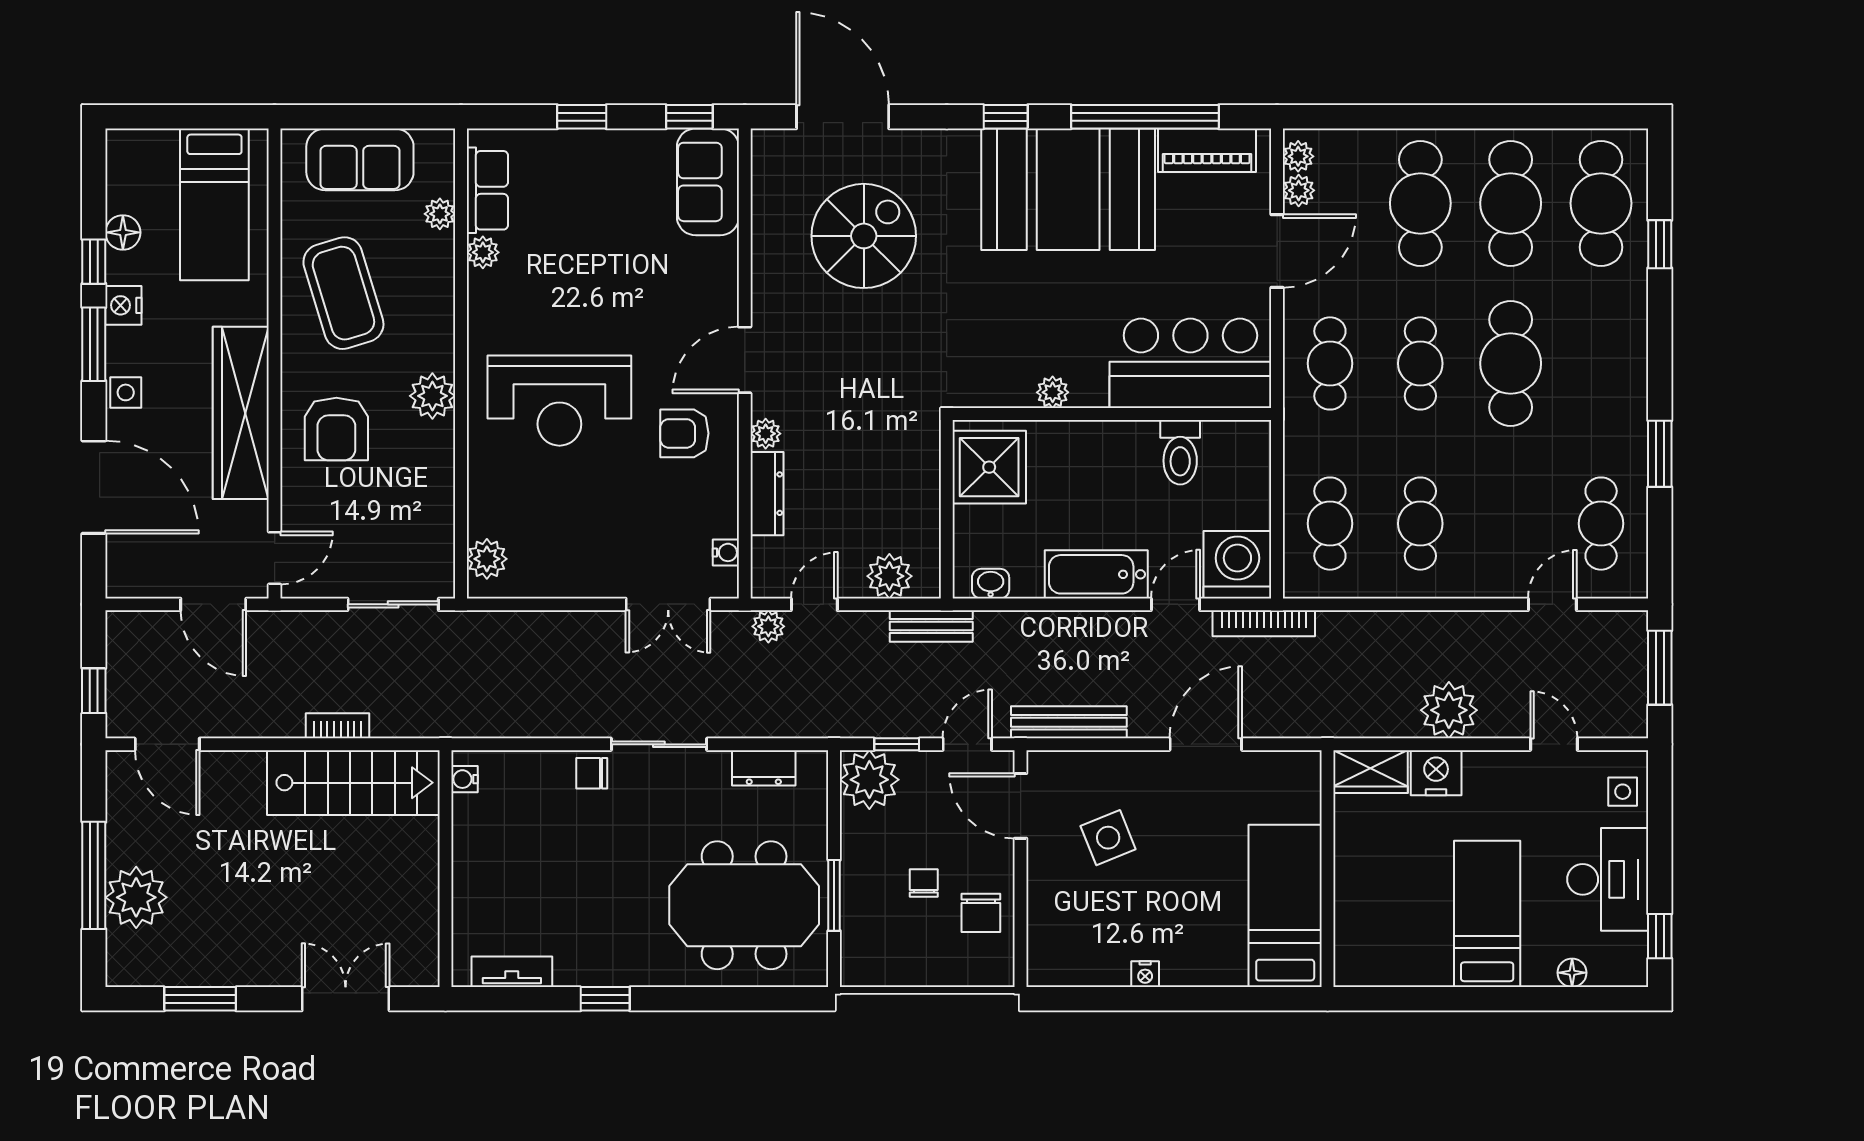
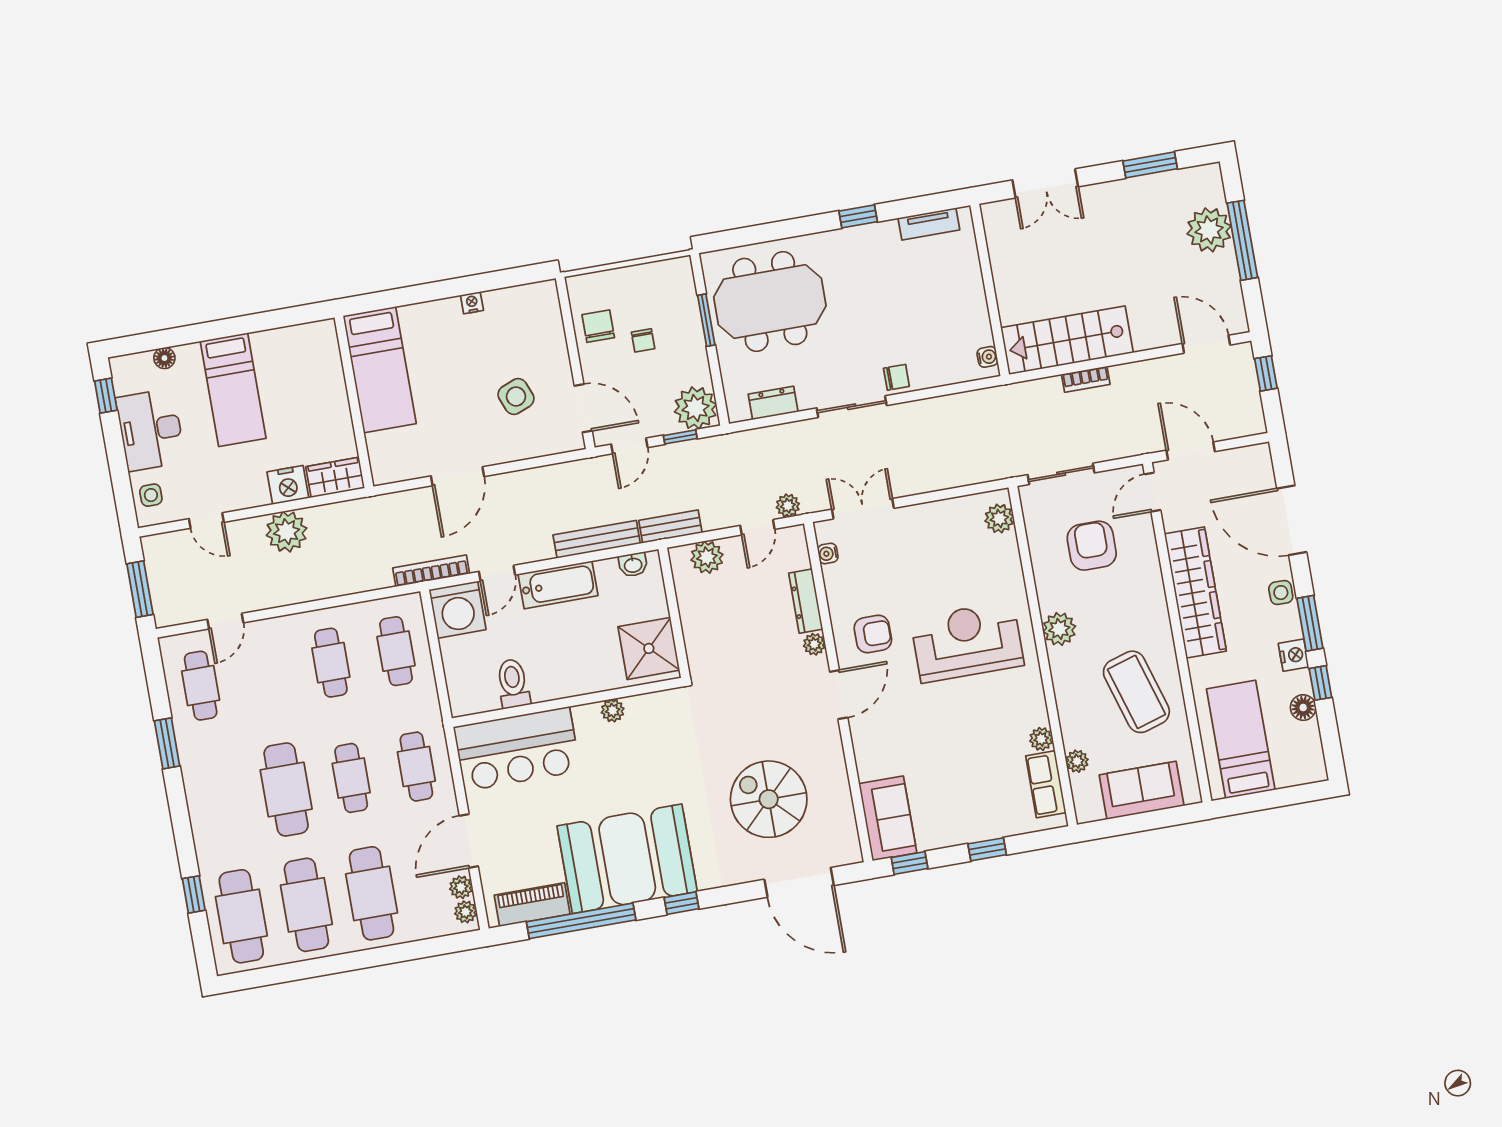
spiral stairs: (864, 236) -> (769, 799), turned 90
armchair: (336, 429) -> (1092, 546), moved
bench: (1069, 722) -> (597, 539), moved

